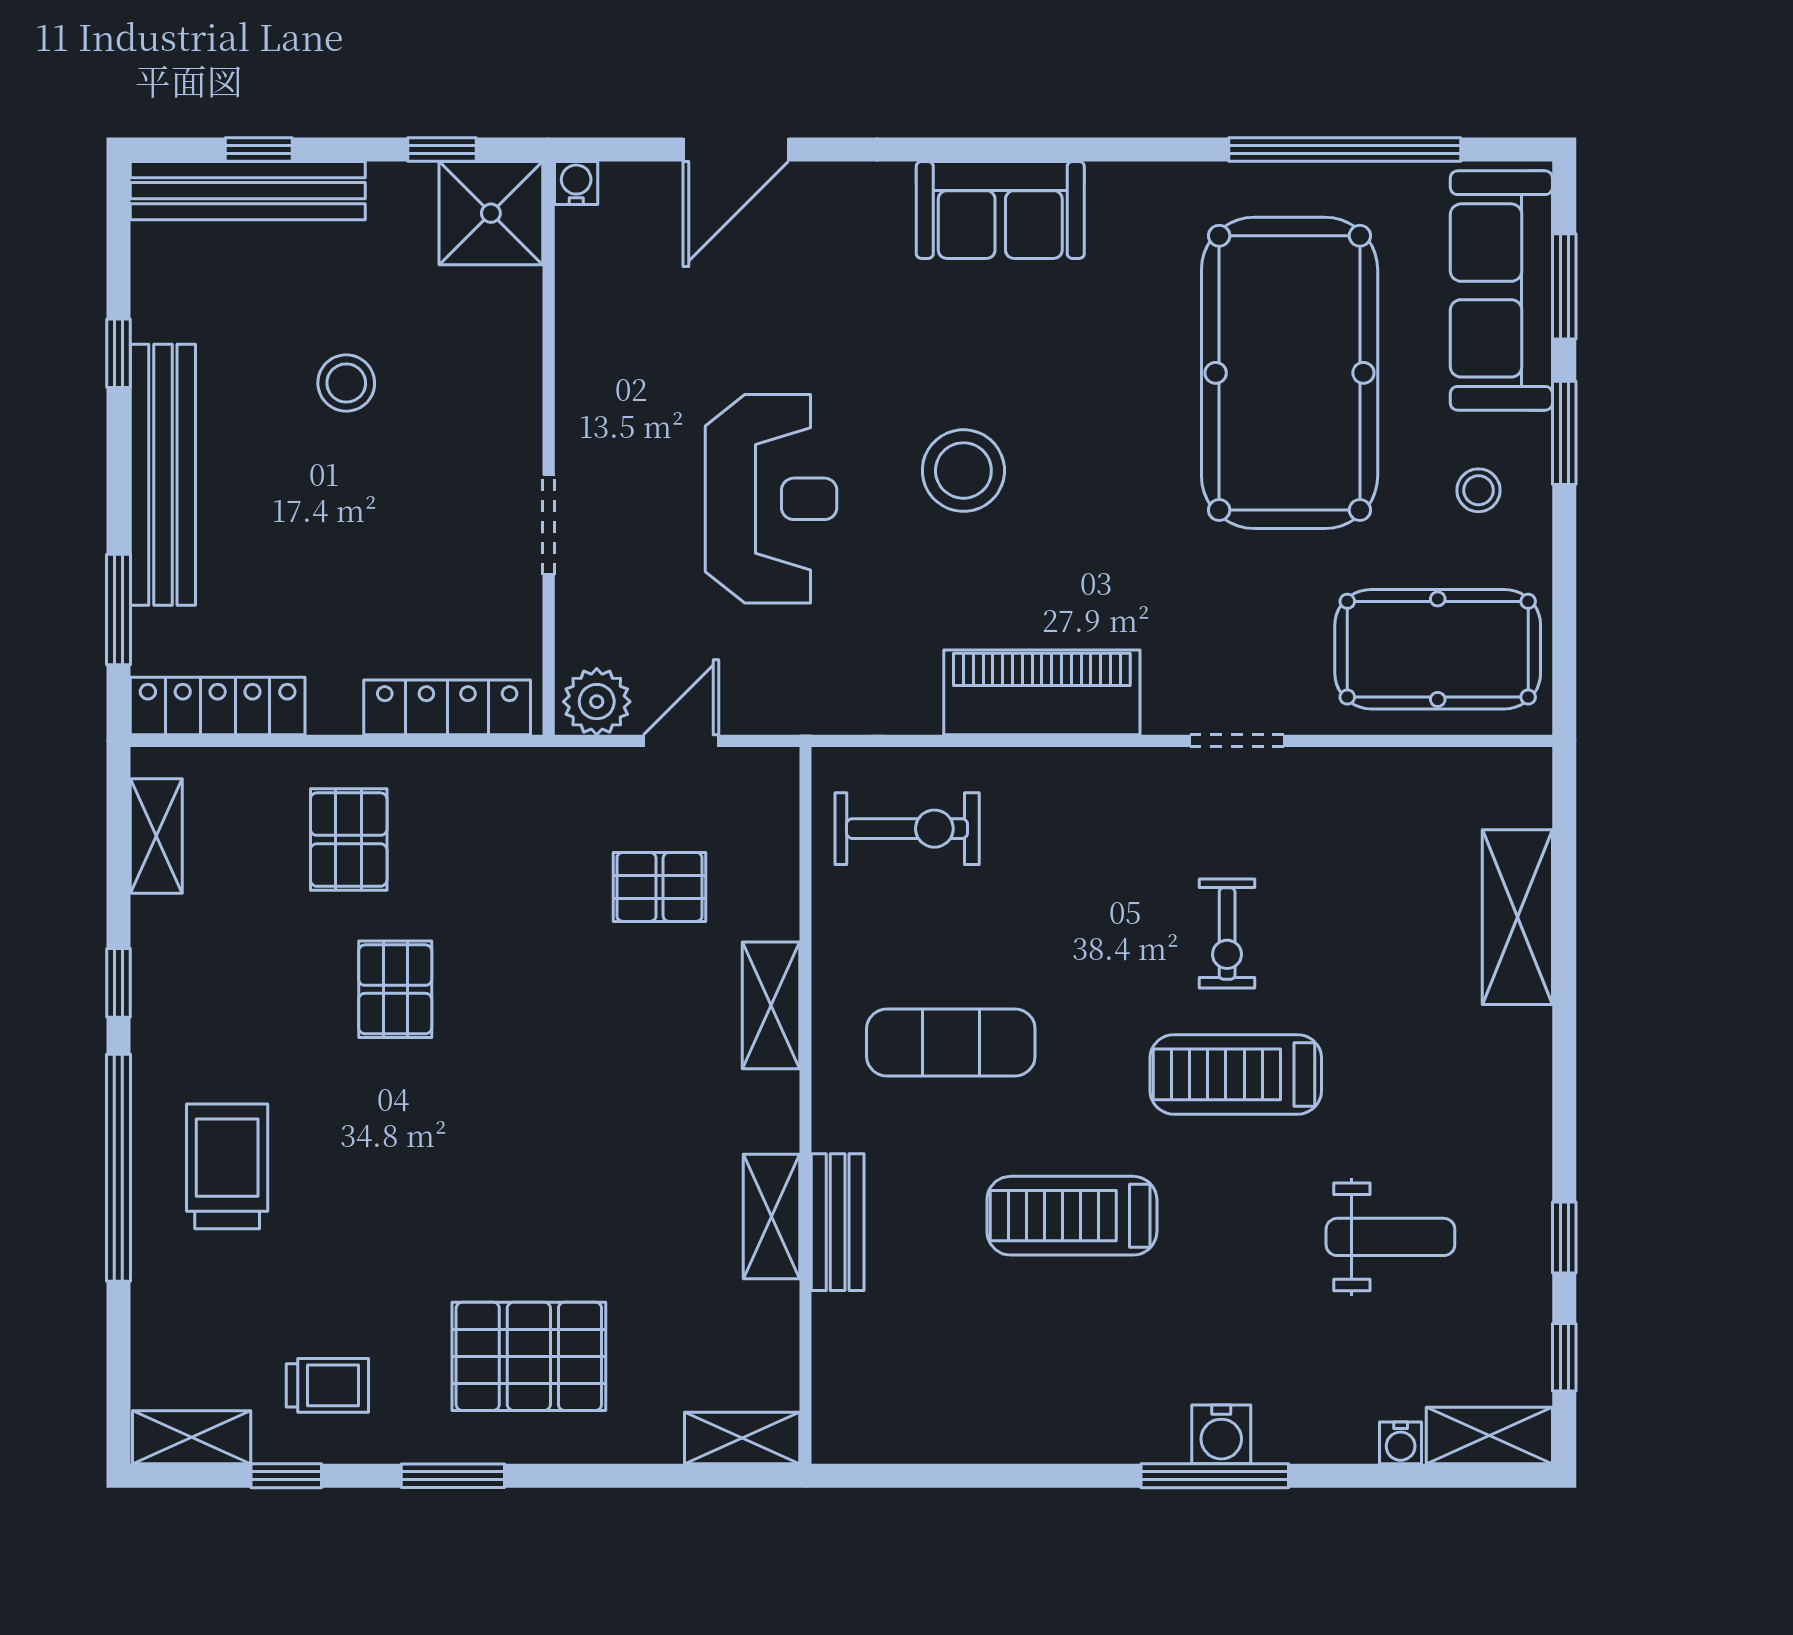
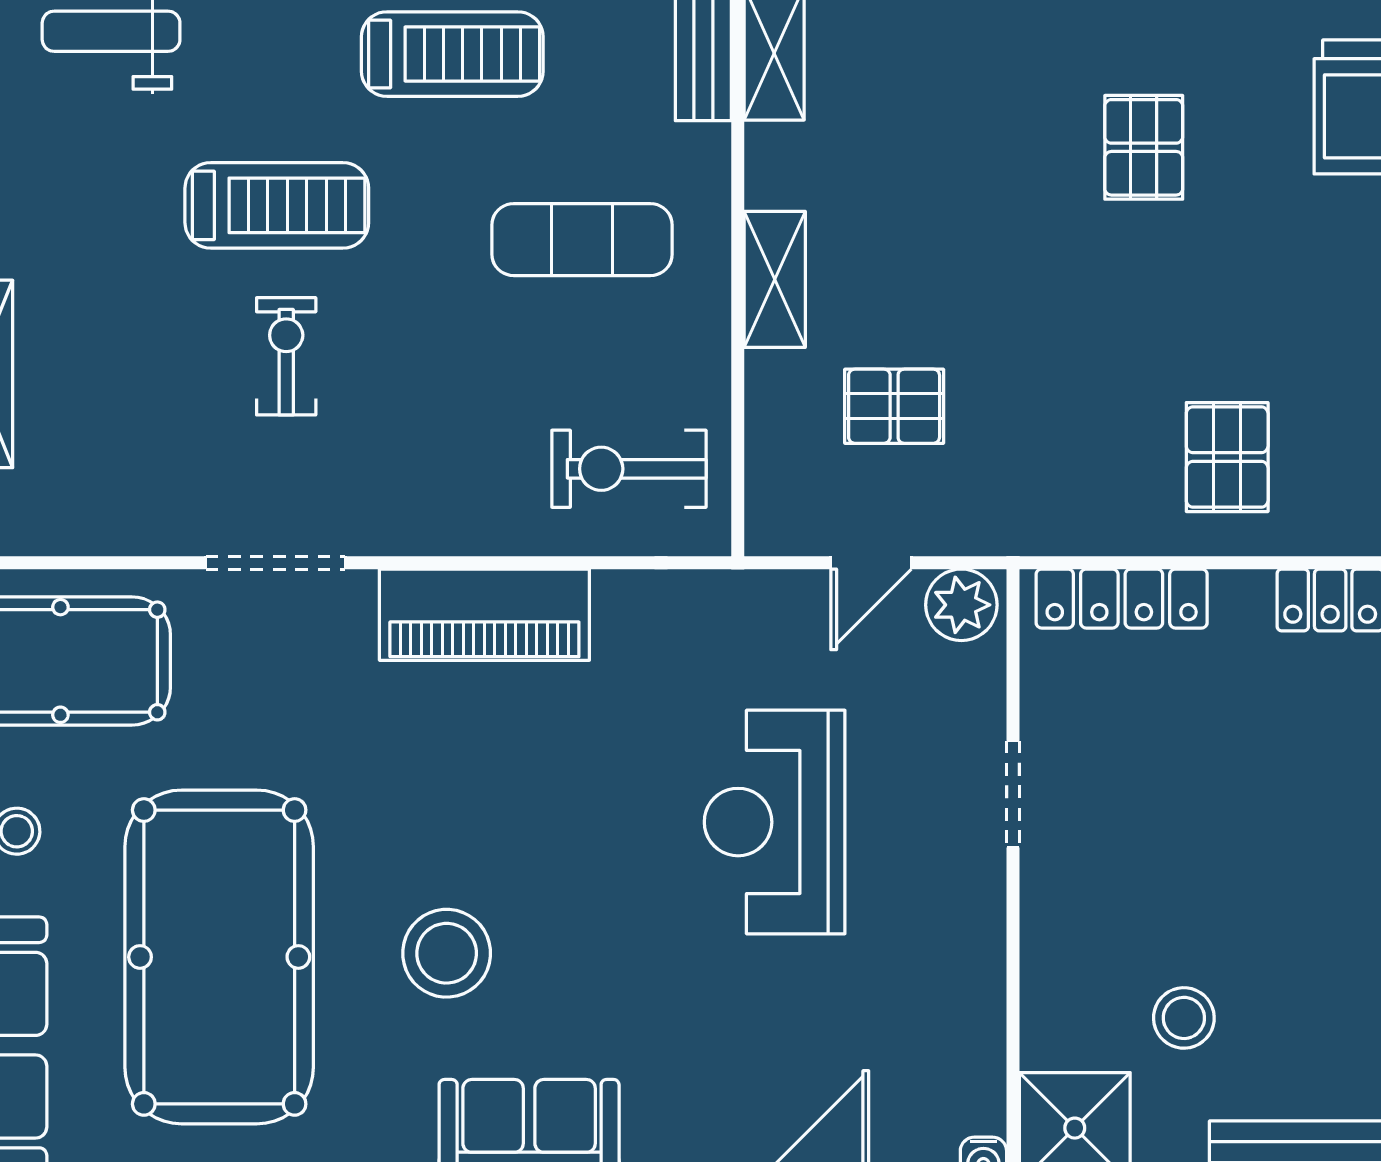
stool: (346, 383) -> (1184, 1018), moved
stool: (963, 471) -> (447, 953), moved
doorway: (1237, 741) -> (275, 563), width x1.38
pallet: (395, 989) -> (1144, 147), moved

